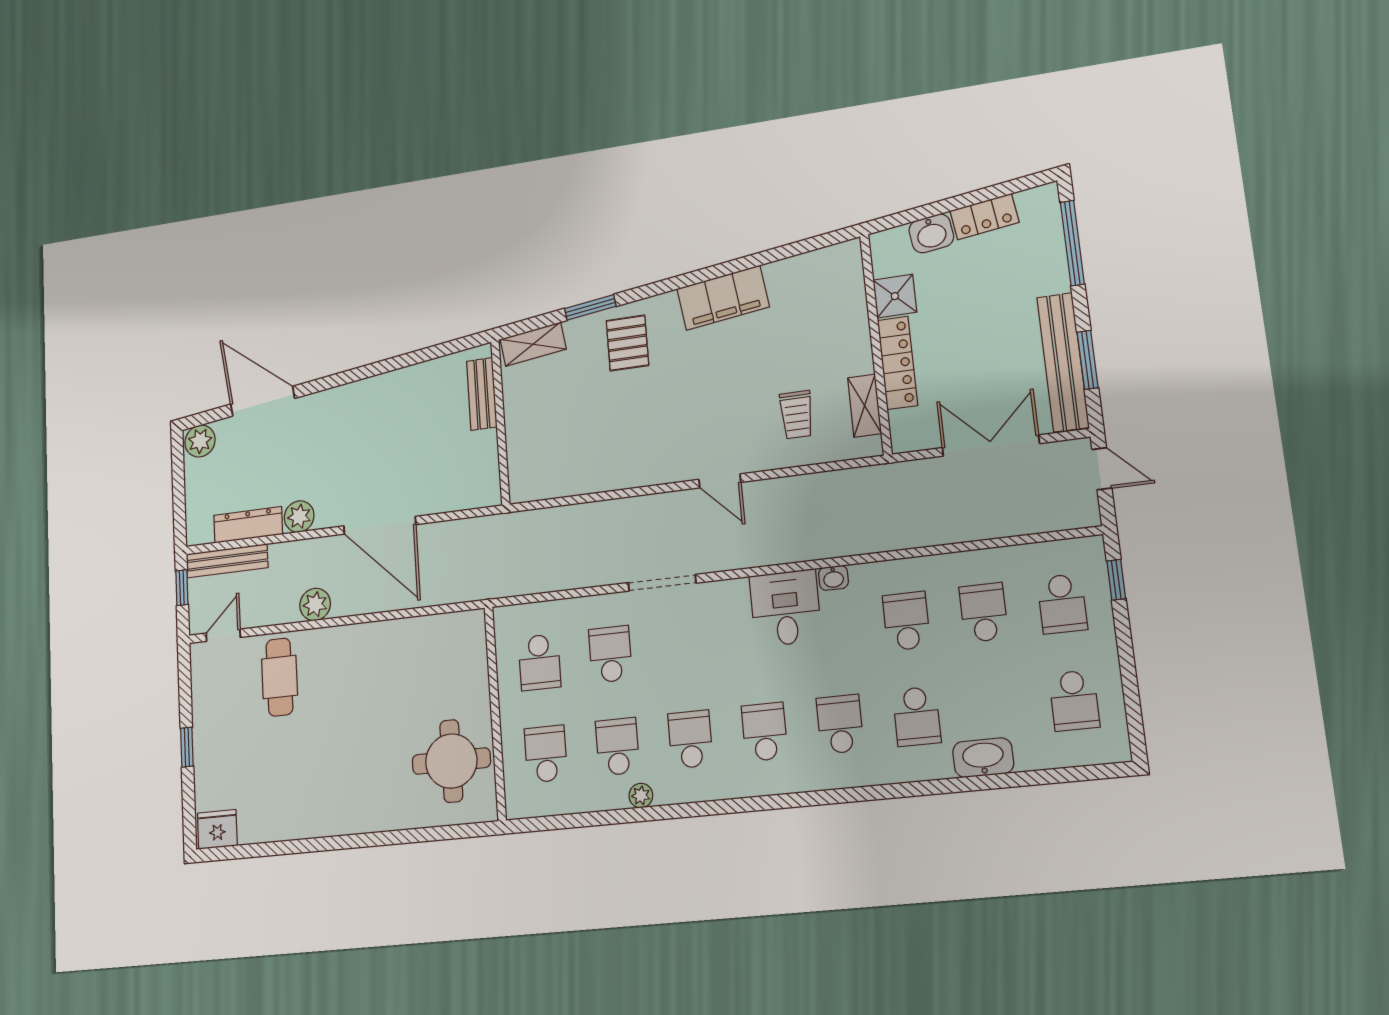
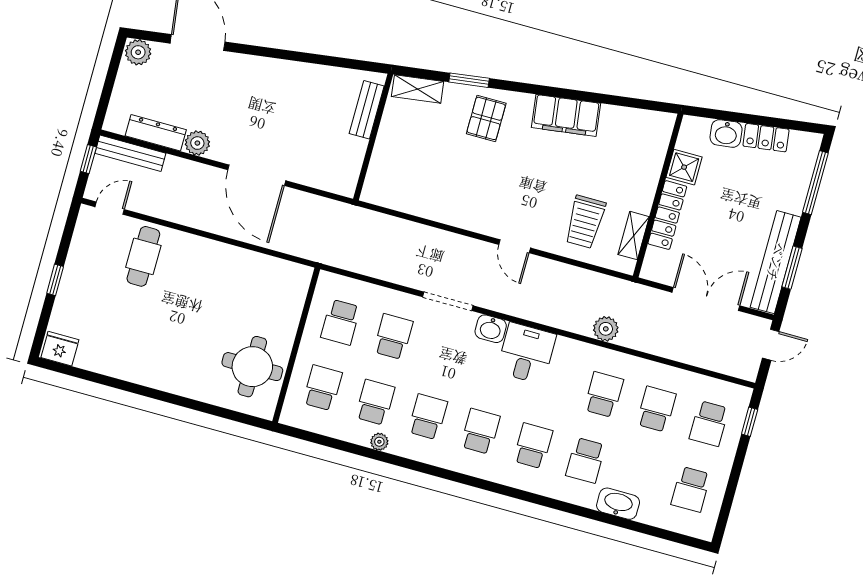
trolley: (797, 415) -> (585, 222), width x1.36, depth x1.39
door: (1102, 469) -> (771, 345), hinge flipped
washbasin: (833, 578) -> (491, 329), moved, width x1.38, depth x1.45
plant: (315, 604) -> (606, 329), moved

